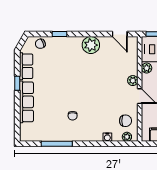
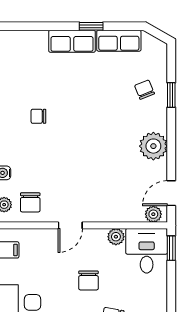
chair: (40, 44) -> (144, 90), moved
plant: (133, 81) -> (153, 214), moved
row of seats: (26, 102) -> (72, 41), width x0.68

